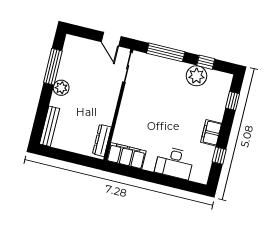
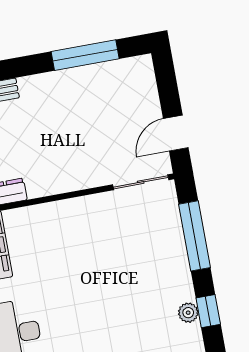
plant: (196, 76) -> (188, 313), width x0.53, depth x0.53
plant: (61, 88) -> (56, 85), removed

